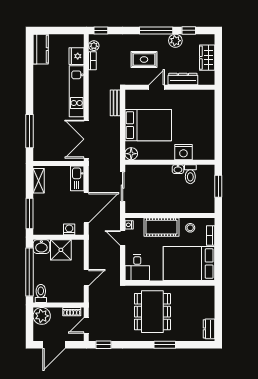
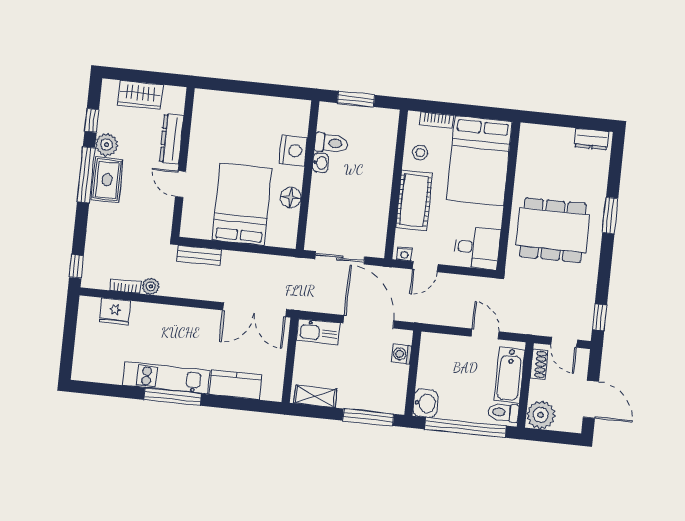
plant: (94, 46) -> (151, 286), moved
kitchen counter: (41, 49) -> (235, 385), moved
rug: (144, 59) -> (107, 180), moved
kitchen unit: (77, 91) -> (166, 378), moved, turned 180
window: (29, 131) -> (173, 397), moved
floor lamp: (131, 154) -> (291, 198), moved
shower: (61, 250) -> (434, 371), removed
bathtub: (63, 295) -> (510, 375), added

